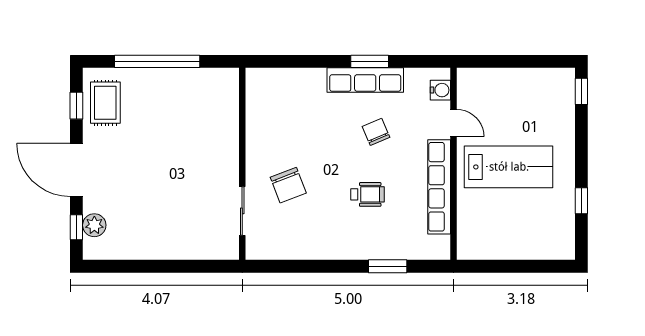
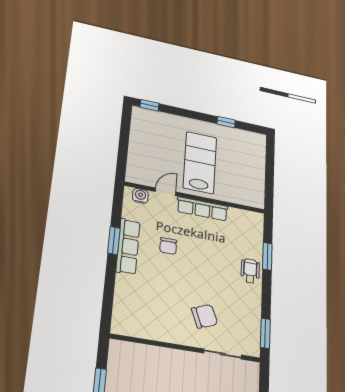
chair: (376, 132) -> (168, 246), turned -67
row of seats: (439, 187) -> (202, 209), width x0.73
wheelchair: (368, 194) -> (250, 271), moved
window: (279, 266) -> (265, 333), added

